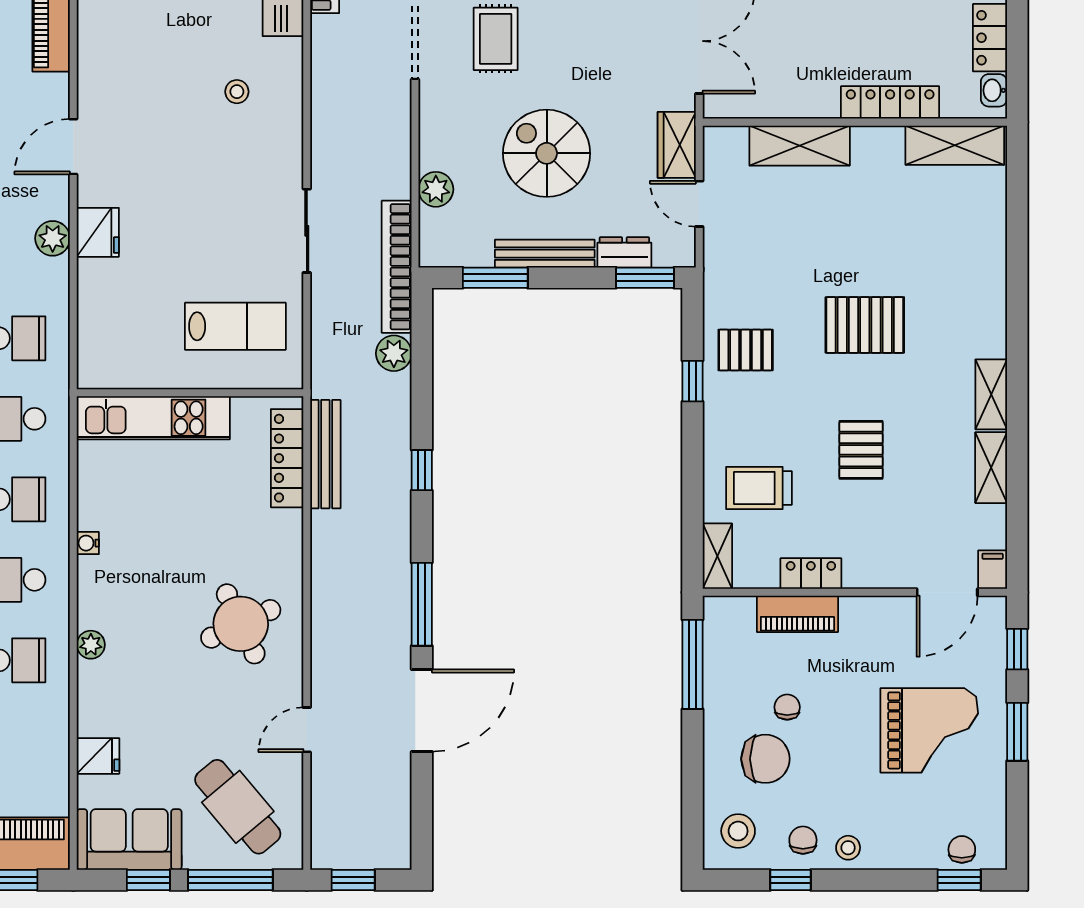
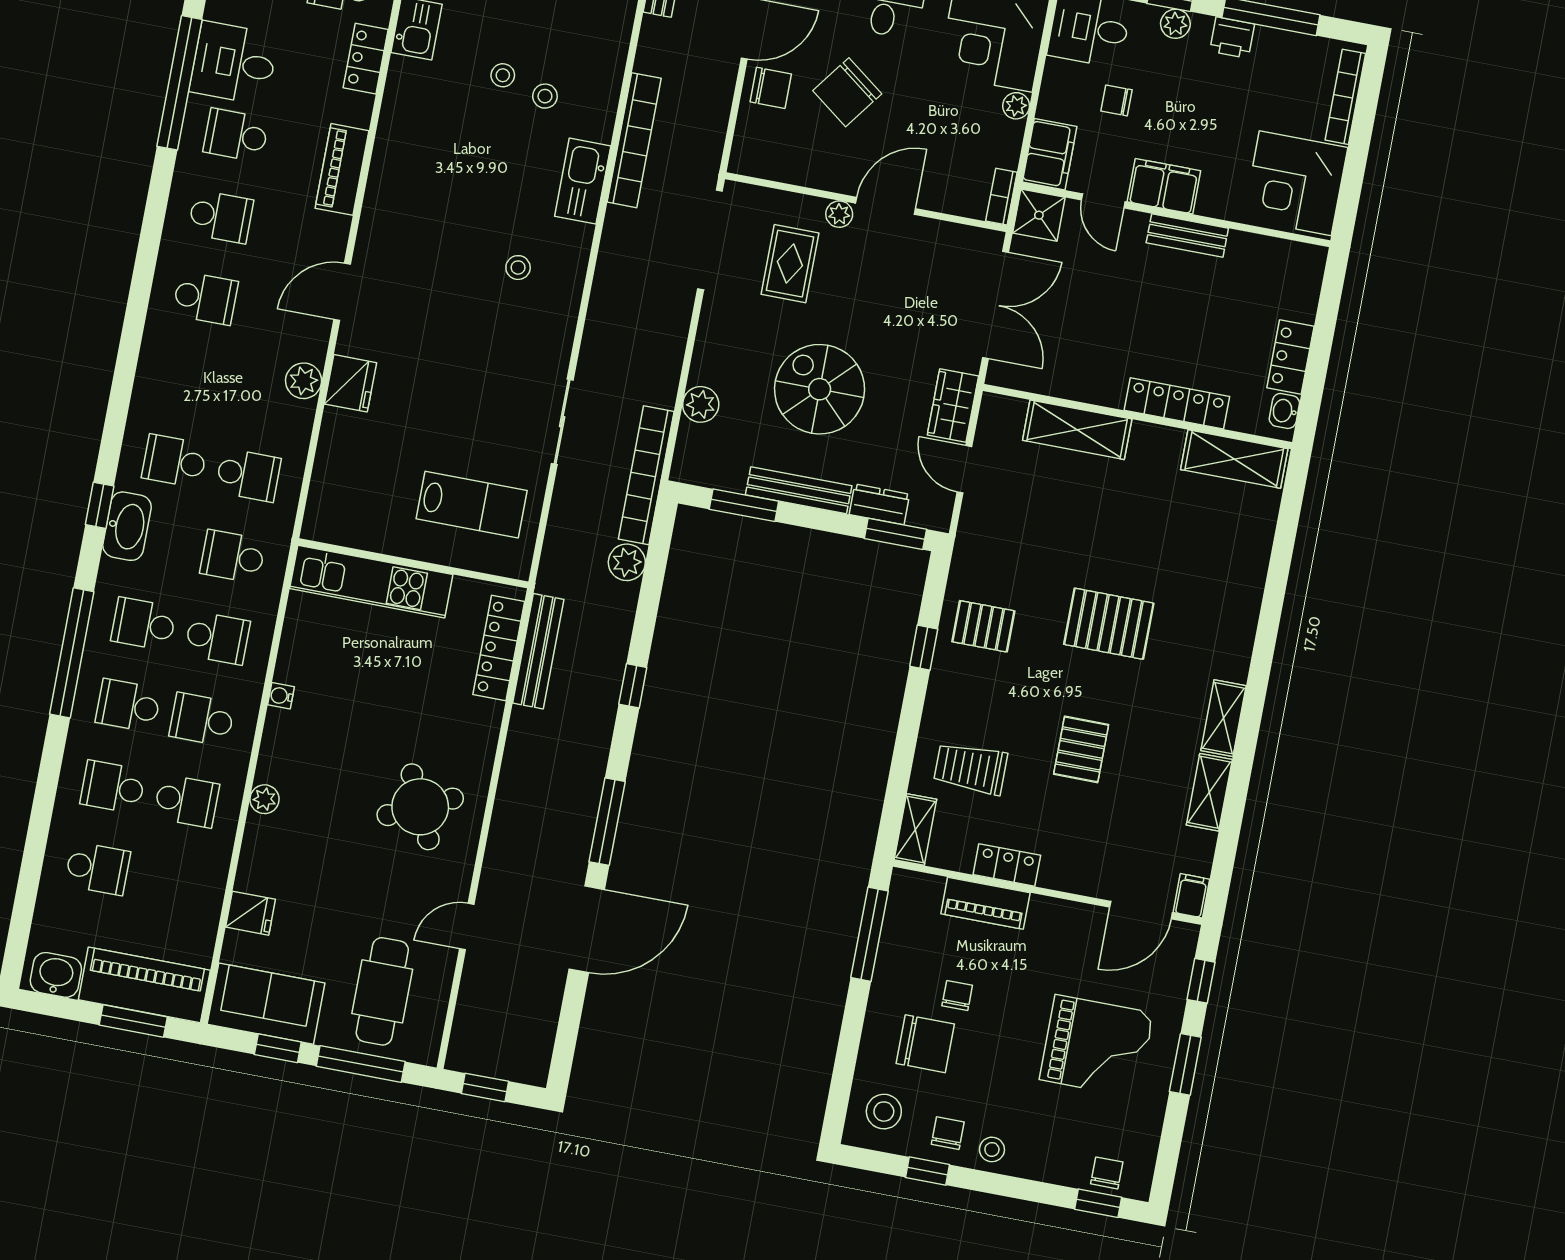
cafe table: (238, 807) -> (382, 991), turned 40

